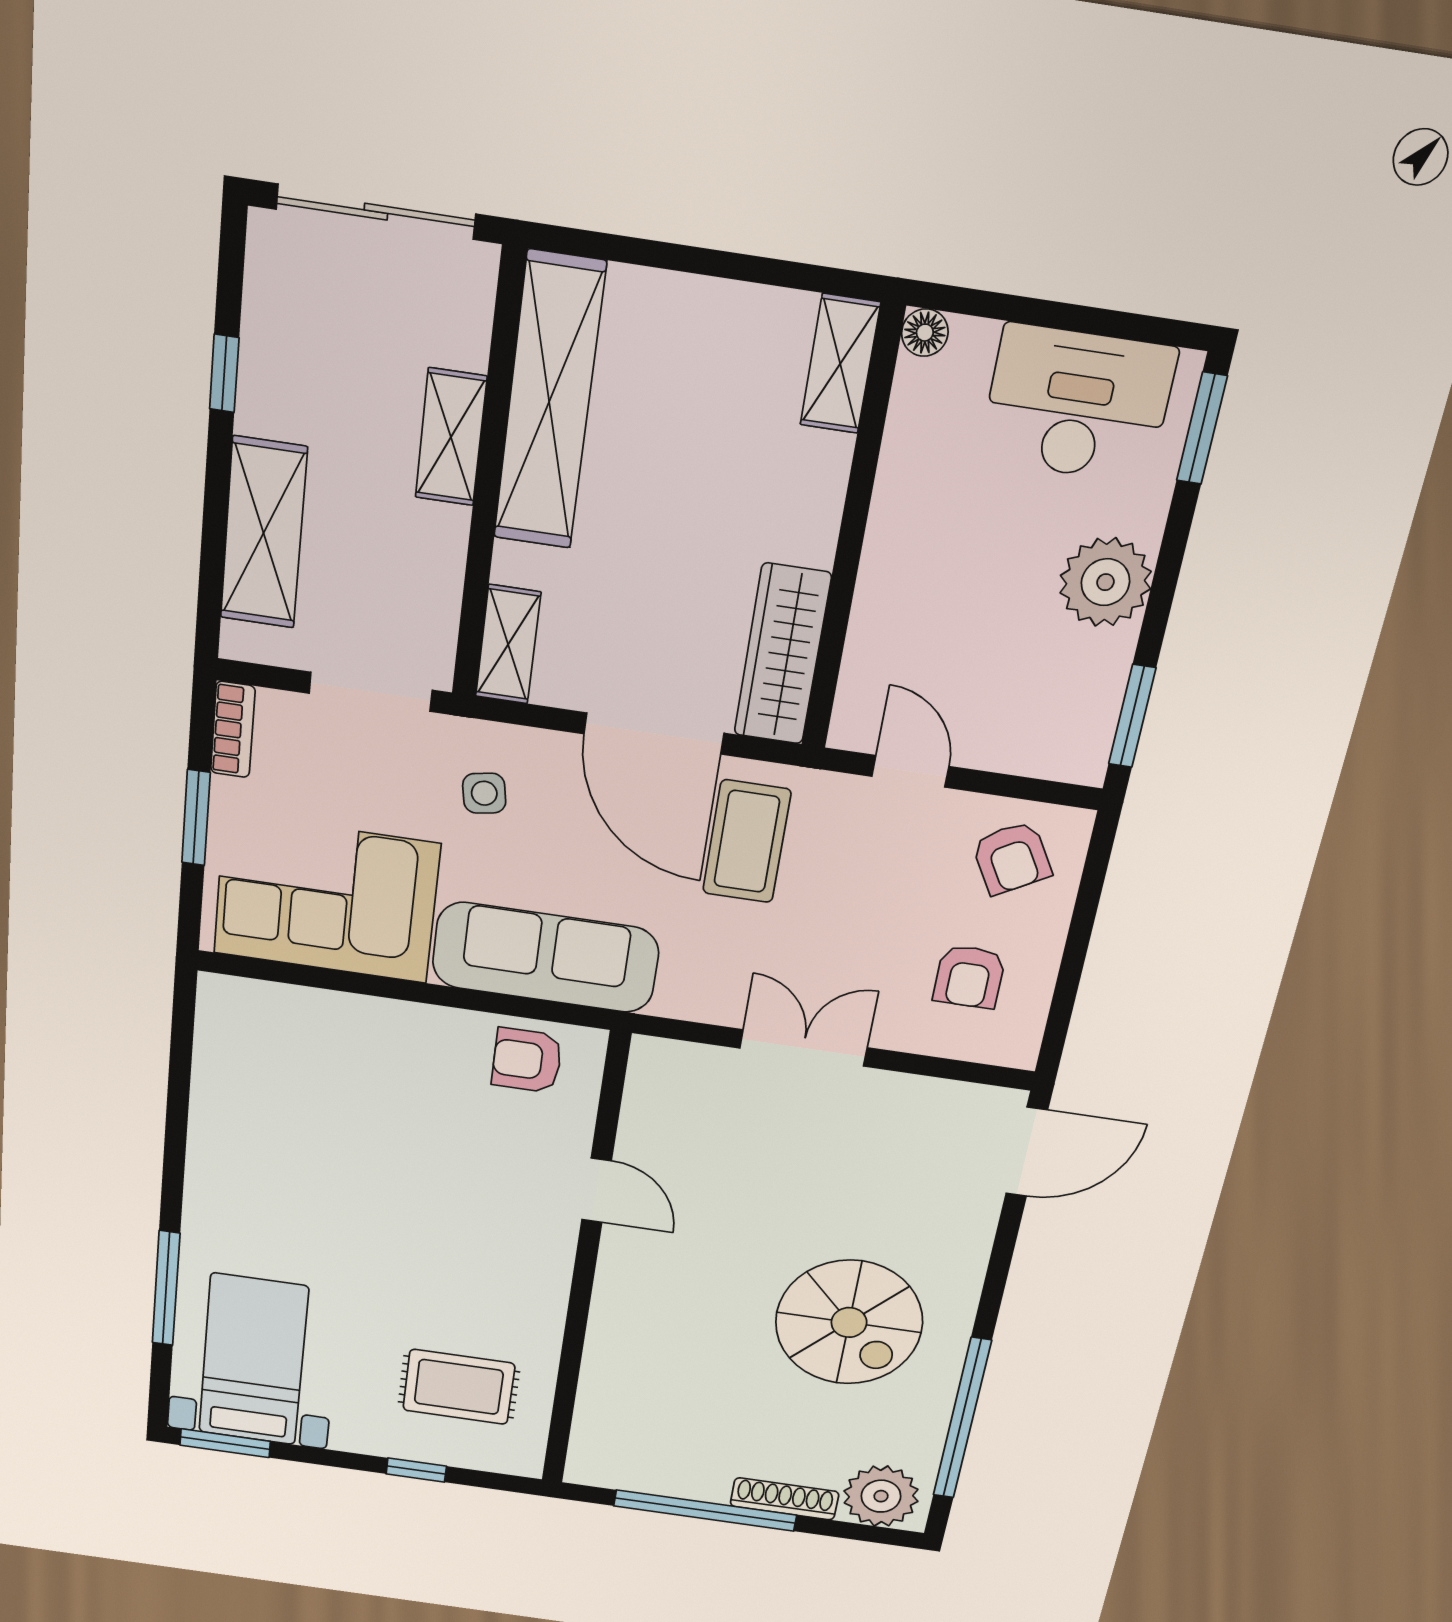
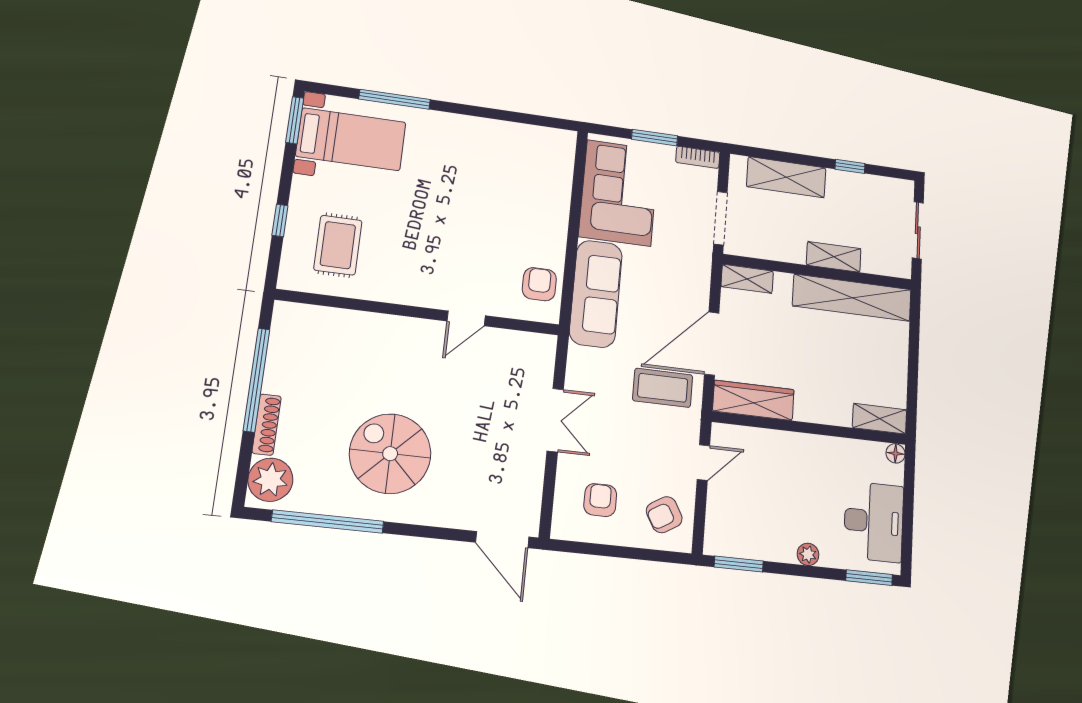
sliding door: (376, 212) -> (918, 230), width x0.73
plant: (1105, 582) -> (808, 554), width x0.53, depth x0.53
side table: (484, 793) -> (677, 267), removed
armchair: (969, 977) -> (600, 500), turned 90
spiral stairs: (849, 1322) -> (390, 454), turned 90

